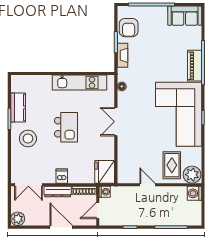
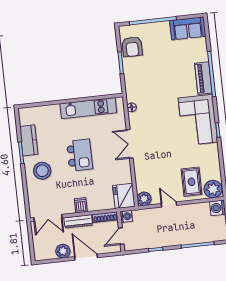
fireplace: (122, 55) -> (129, 76), removed
corner sofa: (179, 114) -> (198, 120), width x0.73, depth x0.74
plant: (124, 177) -> (144, 199), added
plant: (18, 219) -> (63, 251), moved

